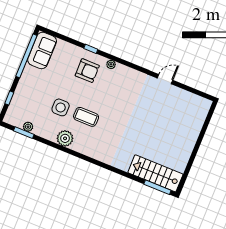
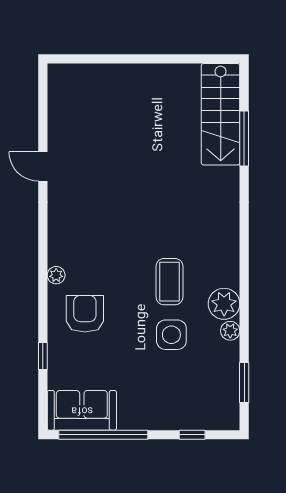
window: (91, 49) -> (43, 356), moved
plant: (28, 127) -> (230, 331), moved
window: (157, 187) -> (244, 139), moved

